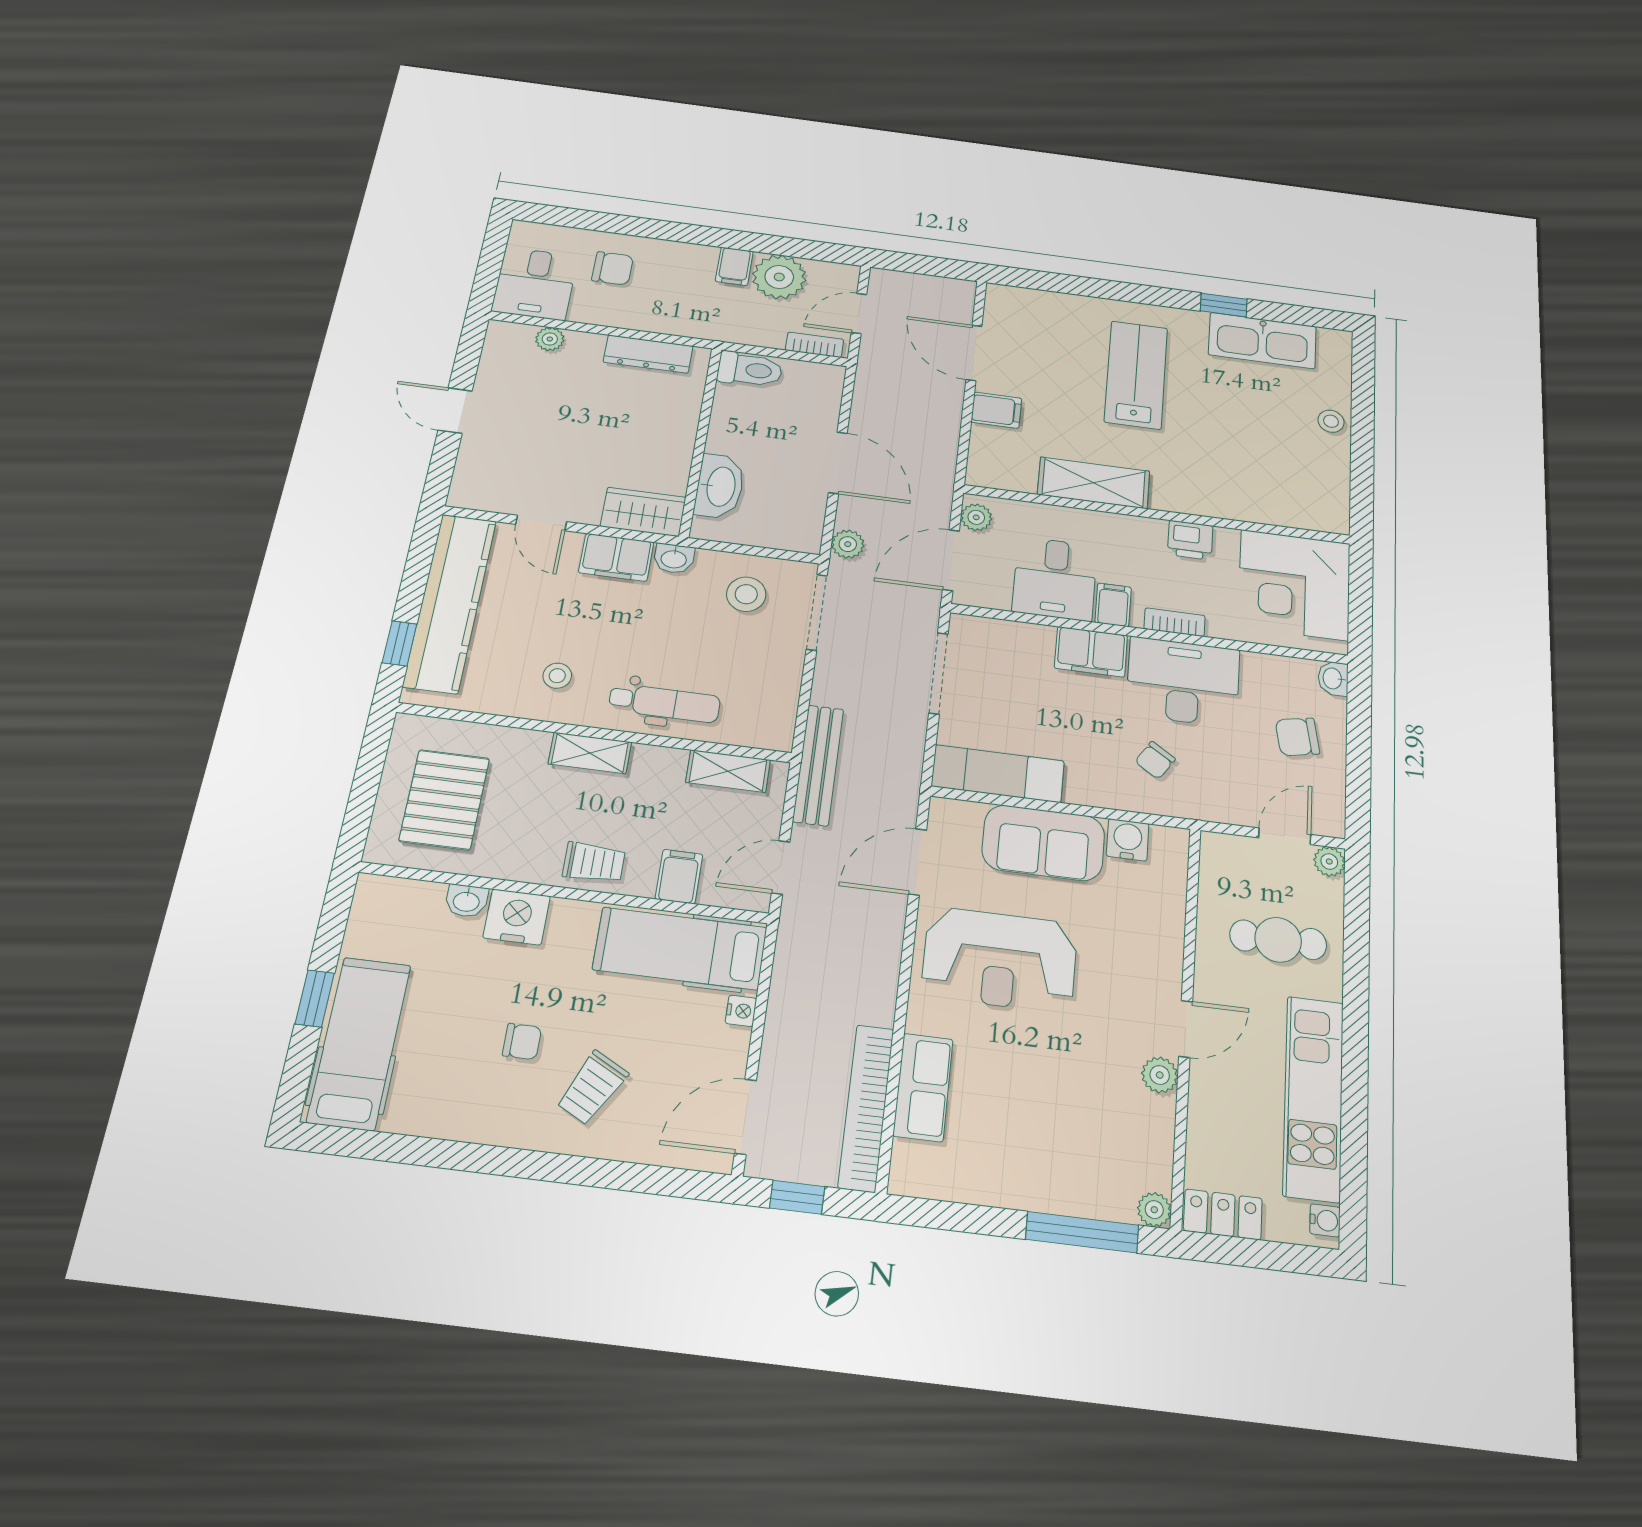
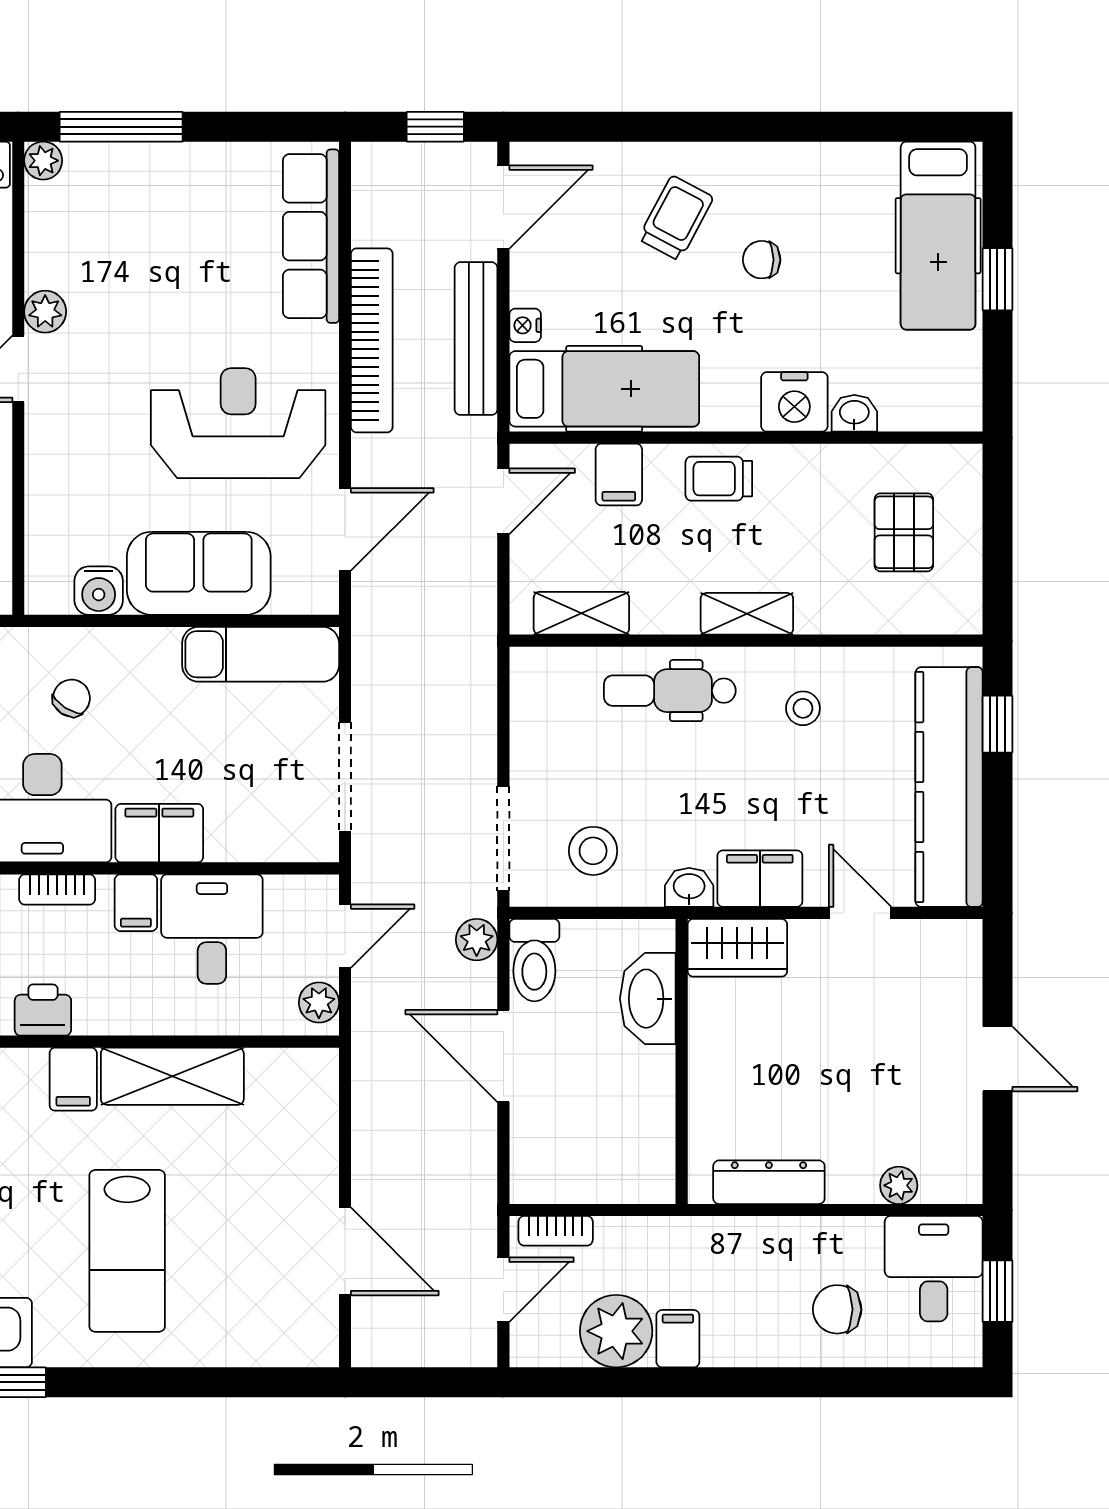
window: (490, 263) -> (997, 1291), added
toilet: (750, 370) -> (534, 960), moved, turned -90
filing cabinet: (996, 410) -> (73, 1079), moved, turned -90
door: (951, 560) -> (345, 936), width x0.73
bench: (818, 765) -> (476, 339), moved
pallet: (444, 800) -> (904, 532), width x0.67, depth x0.71
row of seats: (923, 1087) -> (311, 236), width x1.48
bookcase: (866, 1108) -> (372, 340), moved

